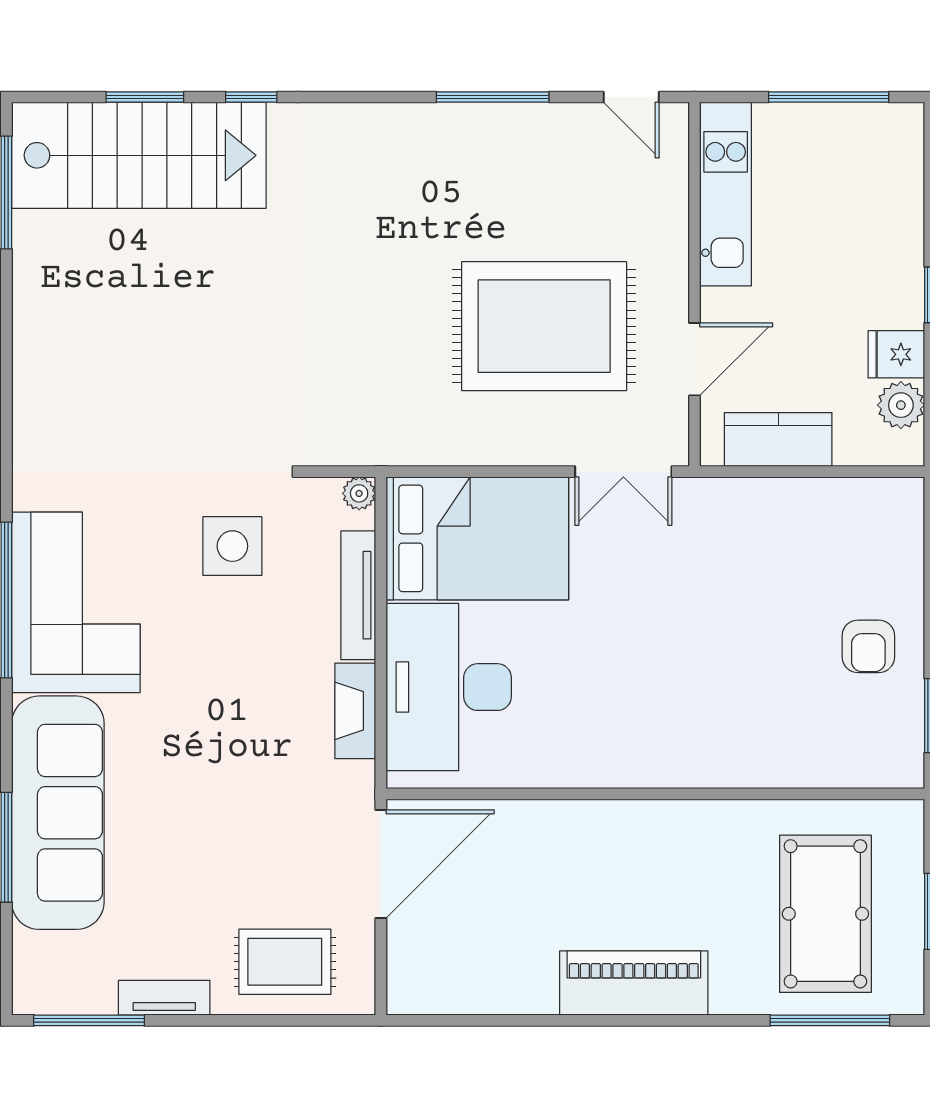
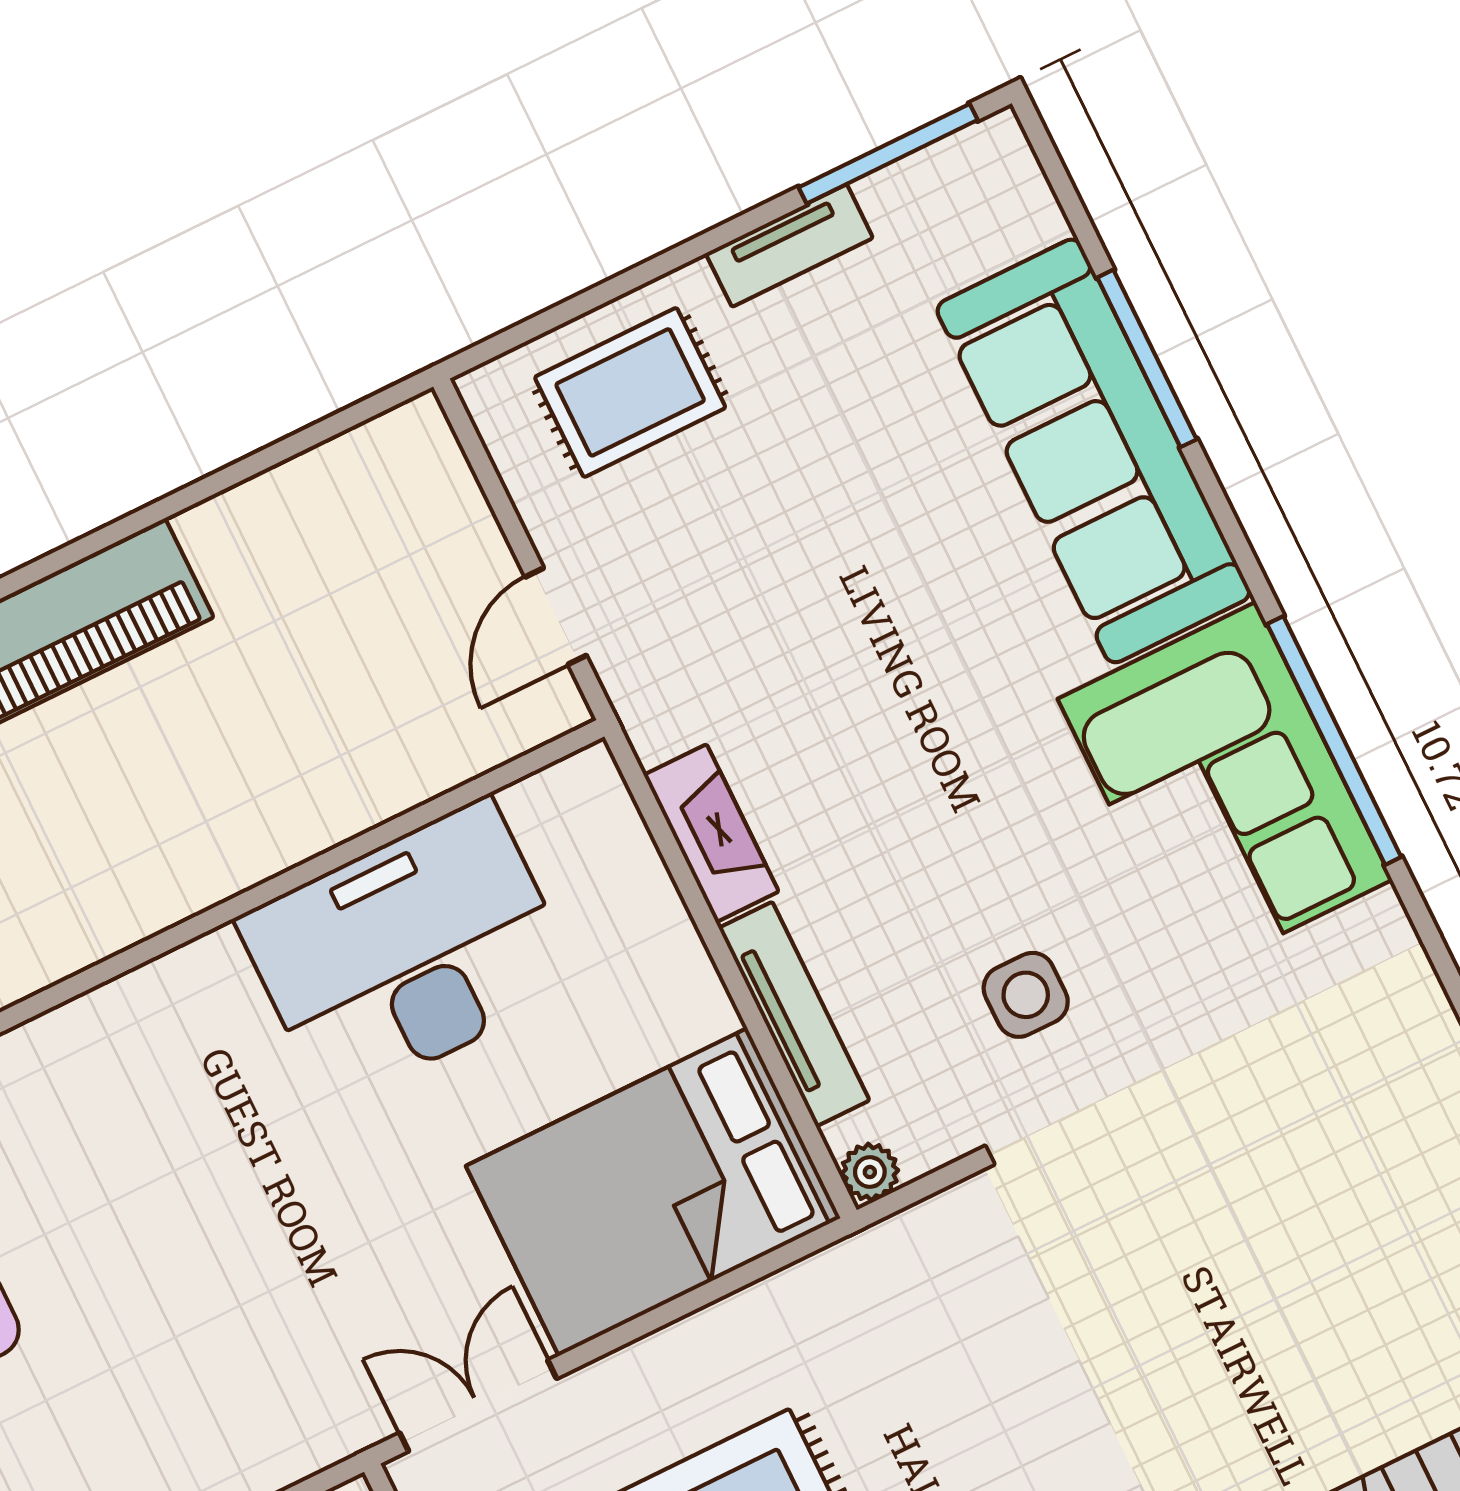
side table: (232, 546) -> (1026, 995), width x0.73, depth x0.73
desk: (449, 687) -> (409, 952), moved, turned -90
door: (381, 864) -> (556, 616), width x0.53

